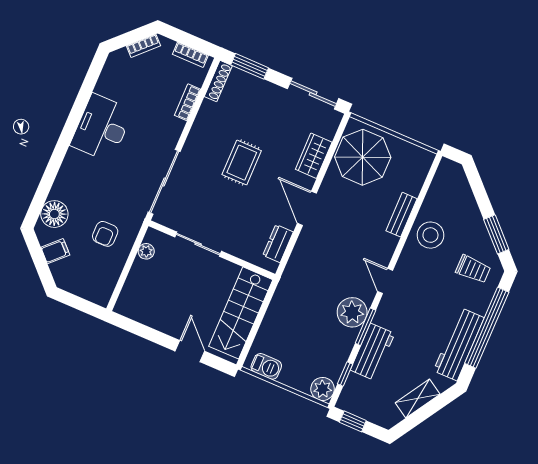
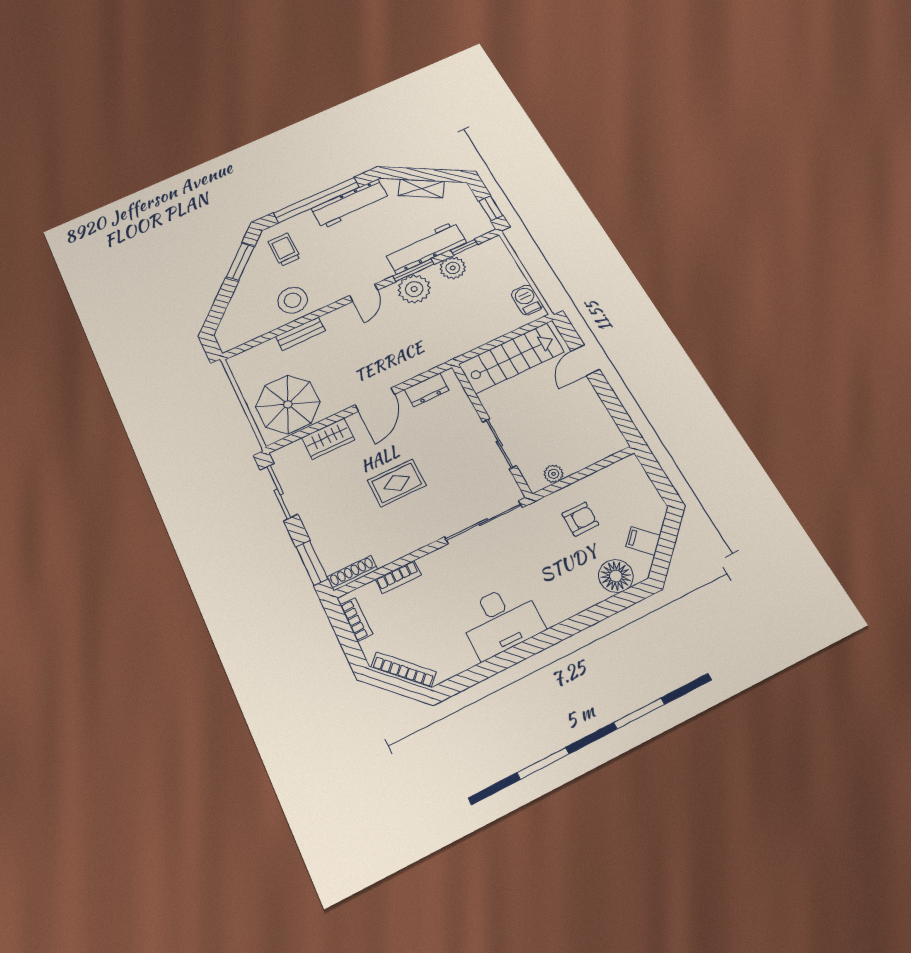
bookcase: (143, 46) -> (404, 670), width x1.56
workbench: (372, 352) -> (426, 247), width x1.37
plant: (323, 389) -> (453, 268), moved

